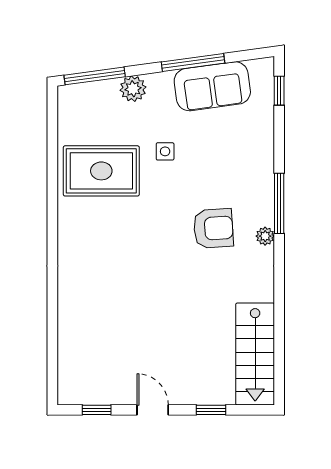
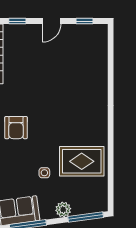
armchair: (213, 228) -> (16, 128), turned -86
door: (153, 410) -> (52, 21), hinge flipped

